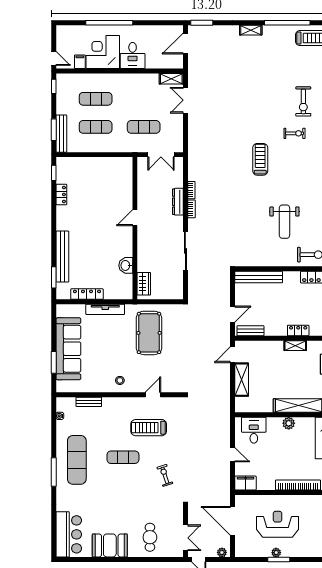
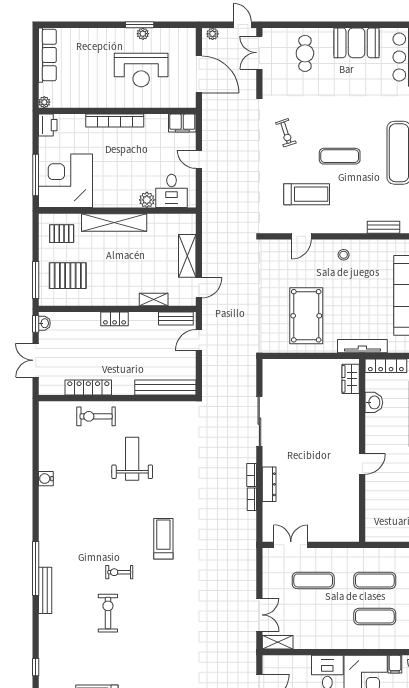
treadmill: (260, 159) -> (163, 539), turned 180
door: (135, 218) -> (362, 464), moved
wall: (135, 228) -> (362, 450), moved
washbasin: (126, 265) -> (374, 402), moved
wardrobe: (144, 284) -> (351, 379), moved
shelving: (295, 346) -> (154, 299), moved
plant: (289, 423) -> (147, 200), moved

